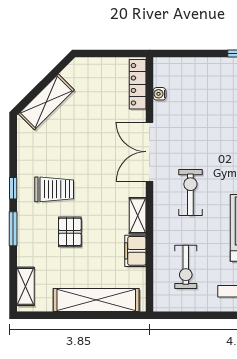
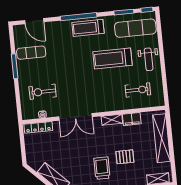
exercise bike: (190, 192) -> (43, 92), moved

